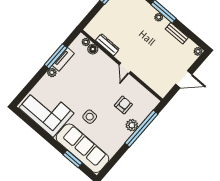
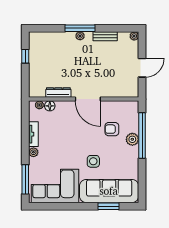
window: (56, 56) -> (25, 179), moved
door: (125, 68) -> (88, 99), width x1.88
armchair: (123, 105) -> (112, 129), turned -90

